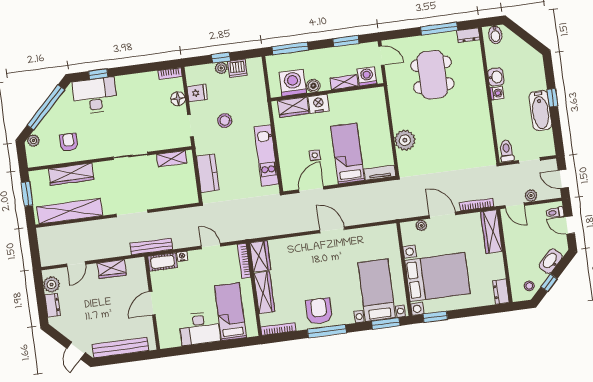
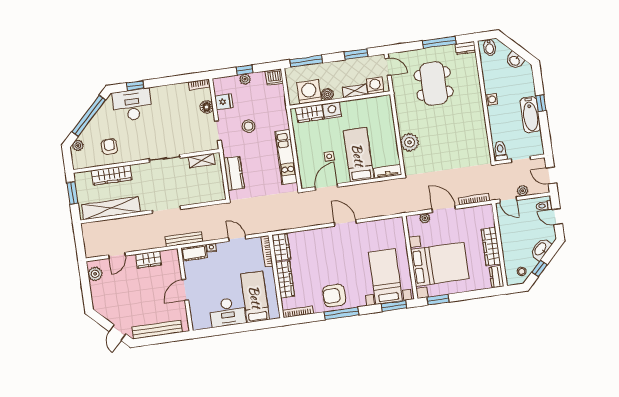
dishwasher: (237, 68) -> (274, 77), moved
washbasin: (496, 77) -> (515, 60), moved, turned 135
wardrobe: (491, 232) -> (491, 247), moved
dresser: (53, 305) -> (96, 292), removed
armchair: (319, 311) -> (334, 296), turned -90

